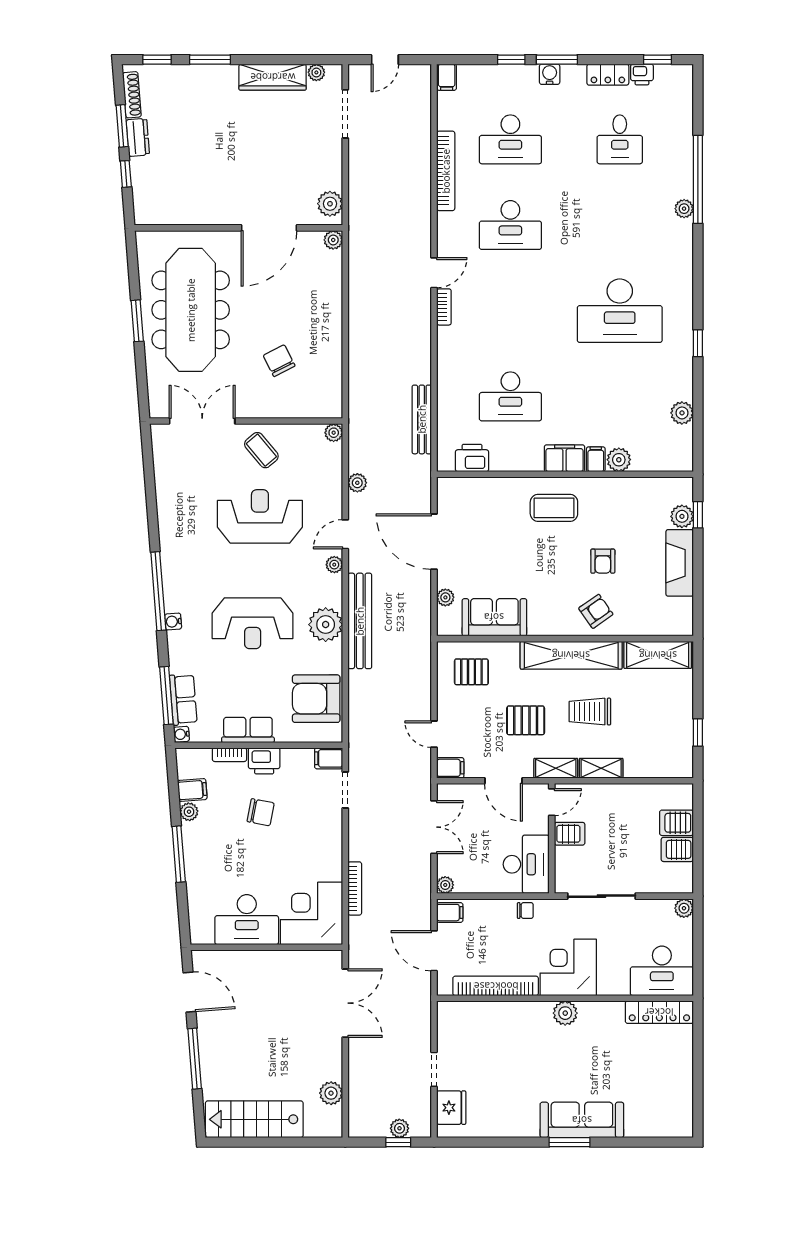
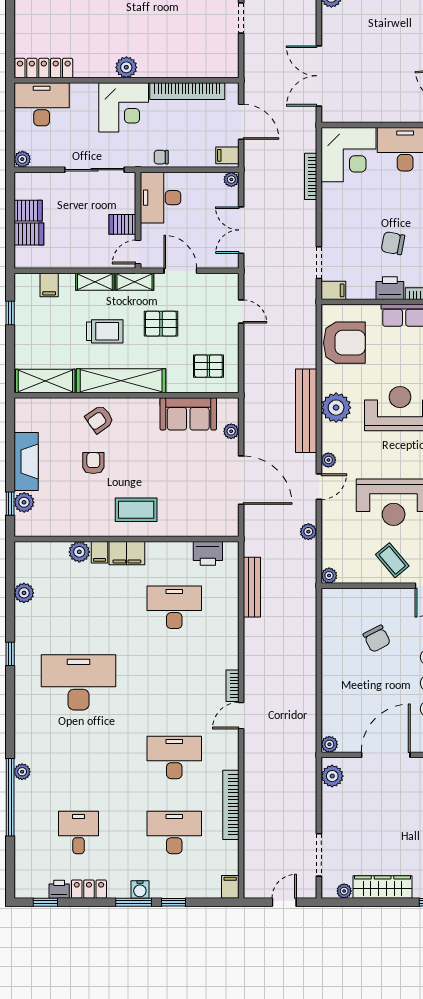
filing cabinet: (450, 768) -> (49, 285), moved, turned -90

